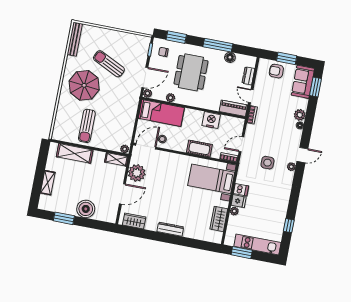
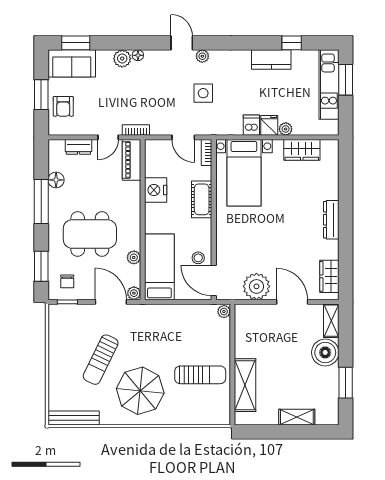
shelving: (116, 159) -> (331, 321), moved
kitchen counter: (281, 211) -> (271, 60), added
window: (242, 253) -> (346, 80), moved

